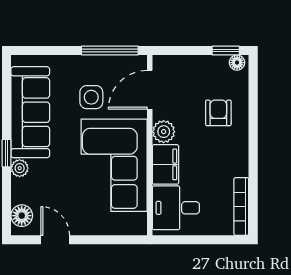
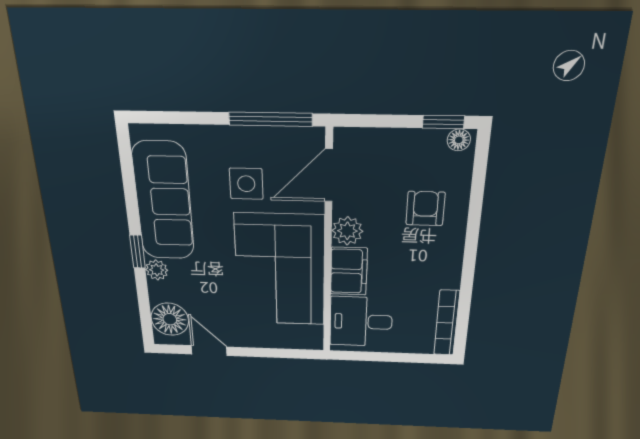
floor lamp: (22, 216) -> (170, 319), width x1.38, depth x1.38

